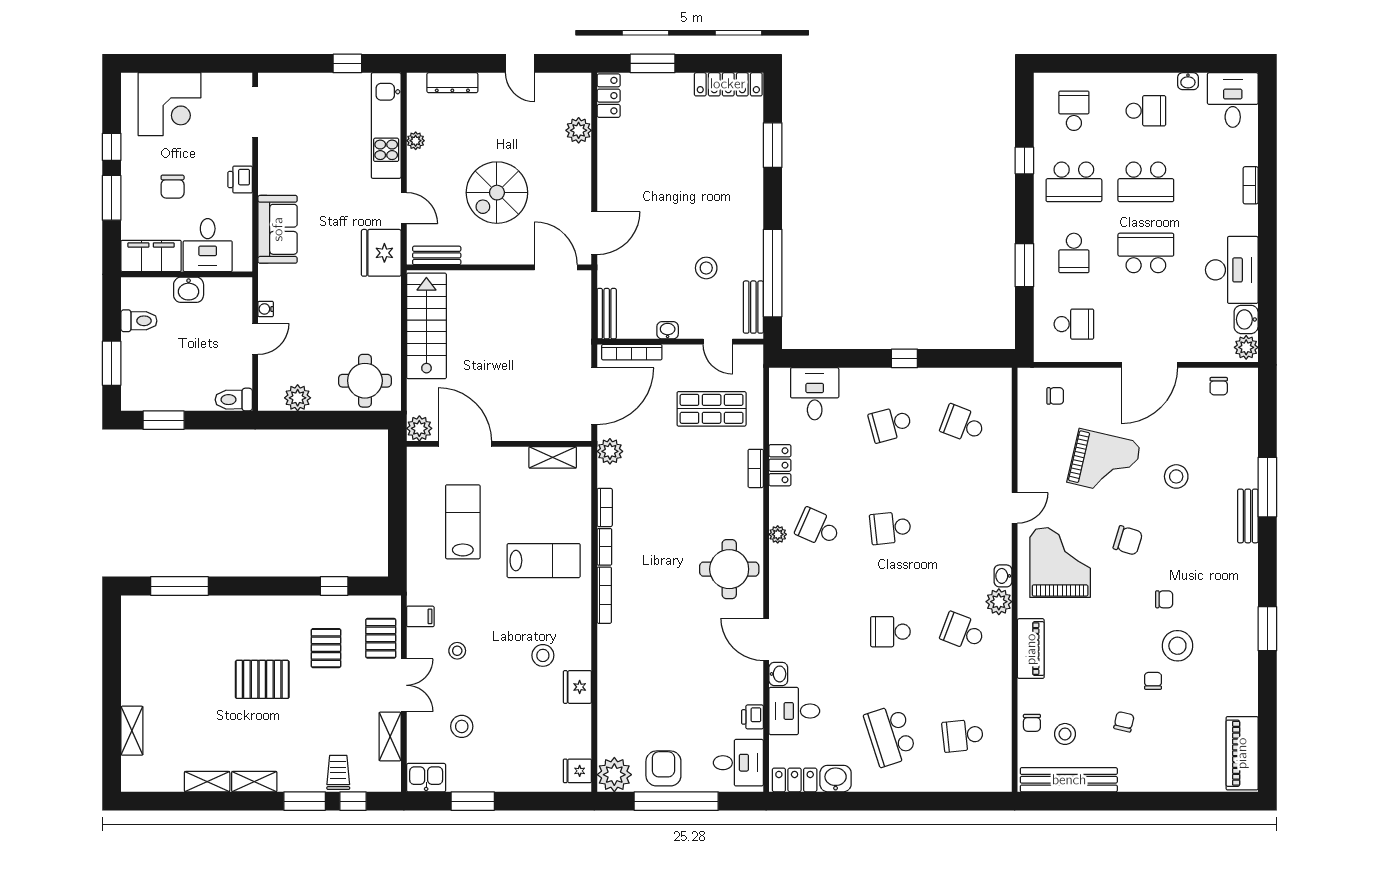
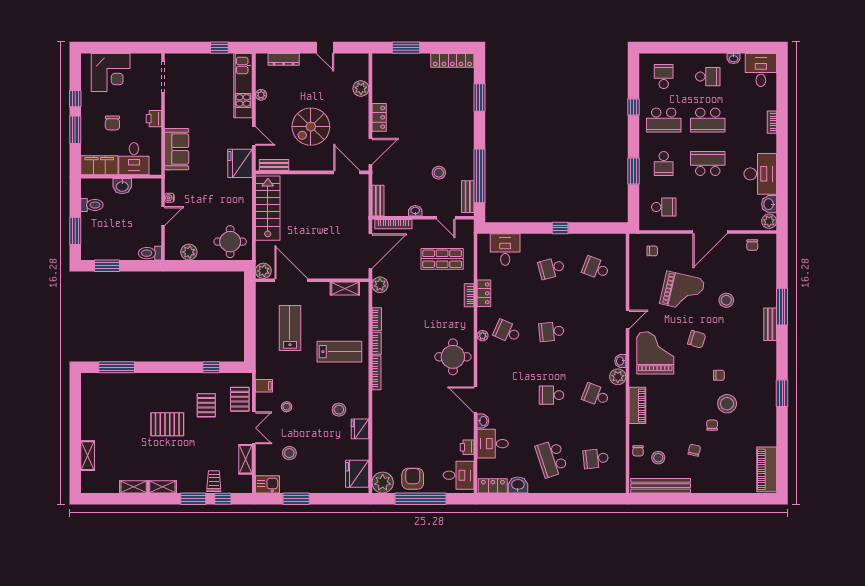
locker: (609, 96) -> (379, 117), moved
fridge: (577, 771) -> (357, 474), width x1.88, depth x1.34

